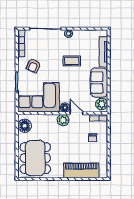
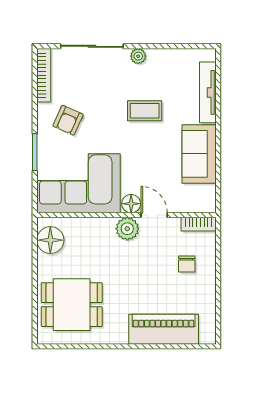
plant: (102, 104) -> (204, 197), removed
dining table: (35, 158) -> (72, 305), width x0.73

